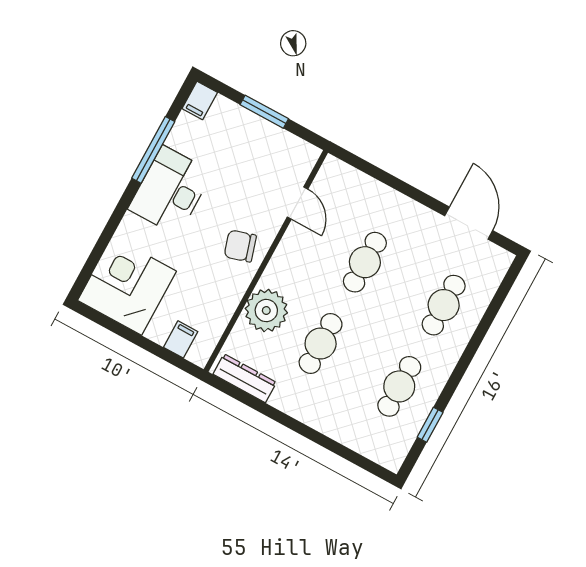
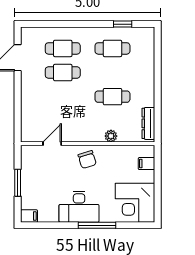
window: (153, 150) -> (97, 225), moved
cafe table: (365, 262) -> (63, 73), moved
plant: (266, 311) -> (111, 136), width x0.53, depth x0.53

